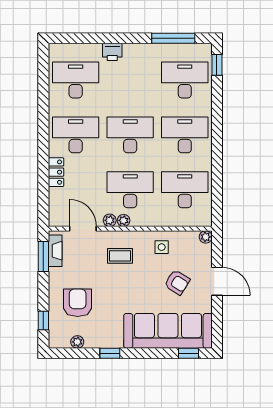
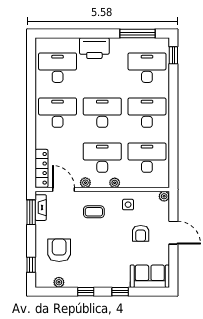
printer: (112, 52) -> (94, 48), width x1.87, depth x1.48
locker: (56, 172) -> (41, 168), moved, width x1.53
plant: (124, 220) -> (115, 183), moved
armchair: (177, 282) -> (141, 233), turned 58
sofa: (168, 331) -> (150, 276), width x0.54, depth x0.79
window: (189, 353) -> (120, 292), moved

